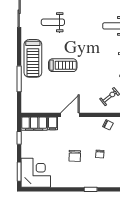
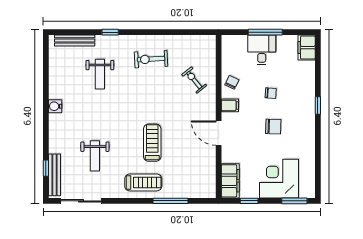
treadmill: (33, 58) -> (143, 182), width x0.73, depth x0.73
filing cabinet: (53, 123) -> (230, 105), moved
corner desk: (36, 173) -> (279, 179), moved

